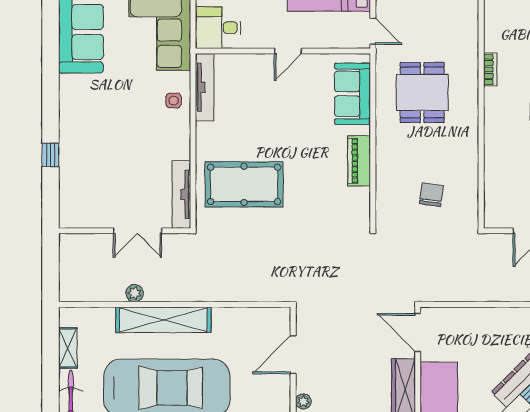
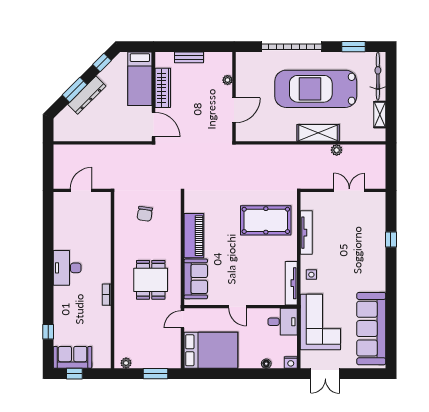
door: (373, 31) -> (183, 319), hinge flipped
door: (288, 51) -> (237, 307), swing flipped
piano: (359, 161) -> (194, 236), width x1.37, depth x1.33
tv unit: (181, 194) -> (306, 233), moved
double door: (137, 231) -> (349, 190), moved
shelving: (163, 320) -> (318, 133), width x0.68

